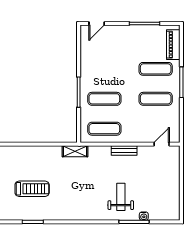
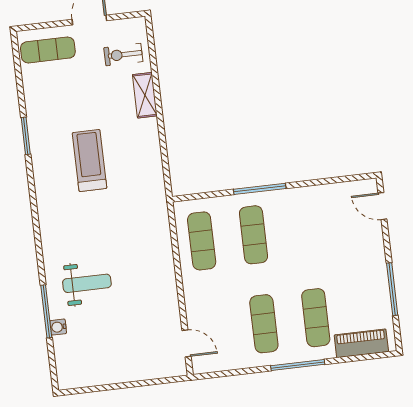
bench: (124, 150) -> (168, 280), removed
shelving: (75, 151) -> (145, 95), moved
treadmill: (32, 189) -> (89, 160), moved, turned 180

